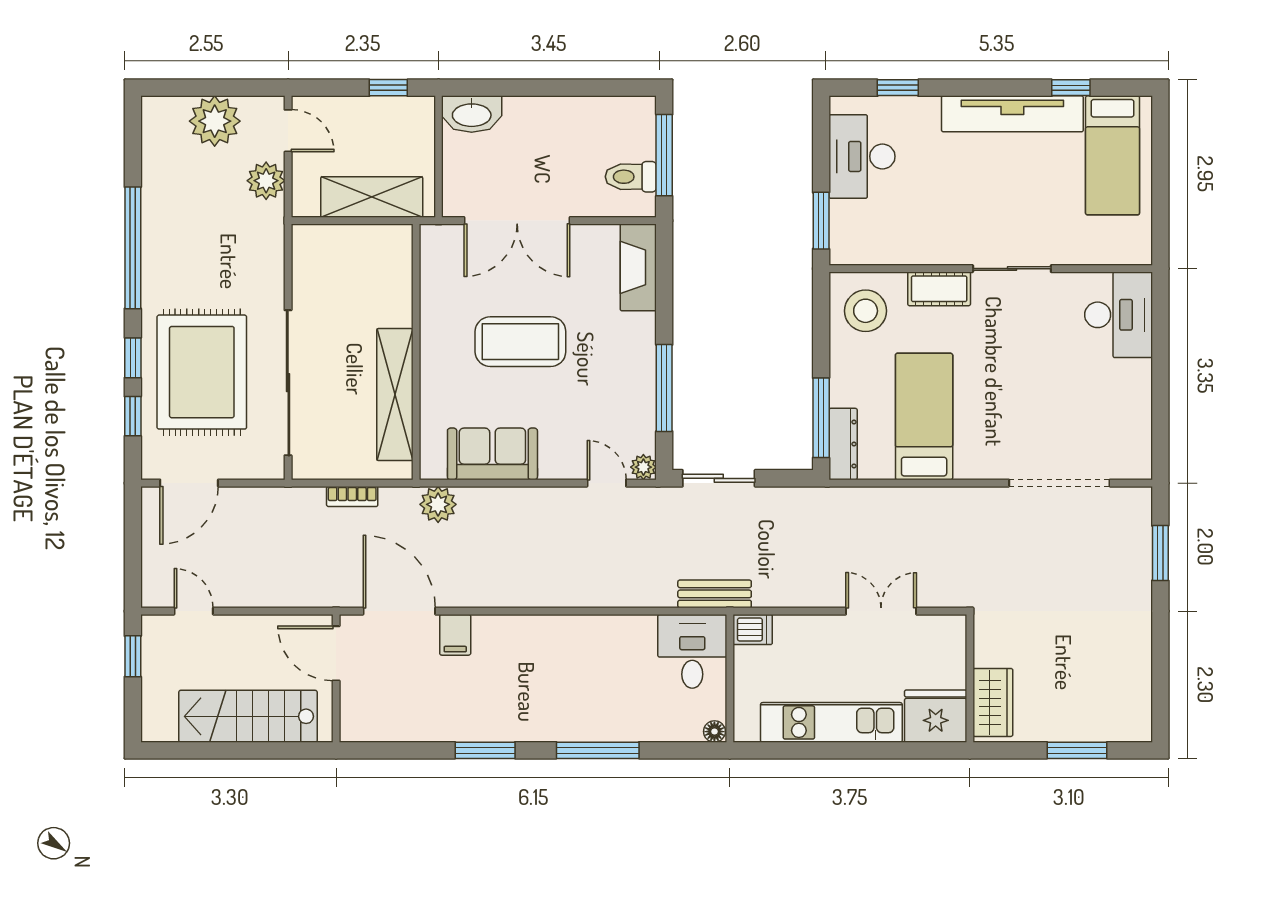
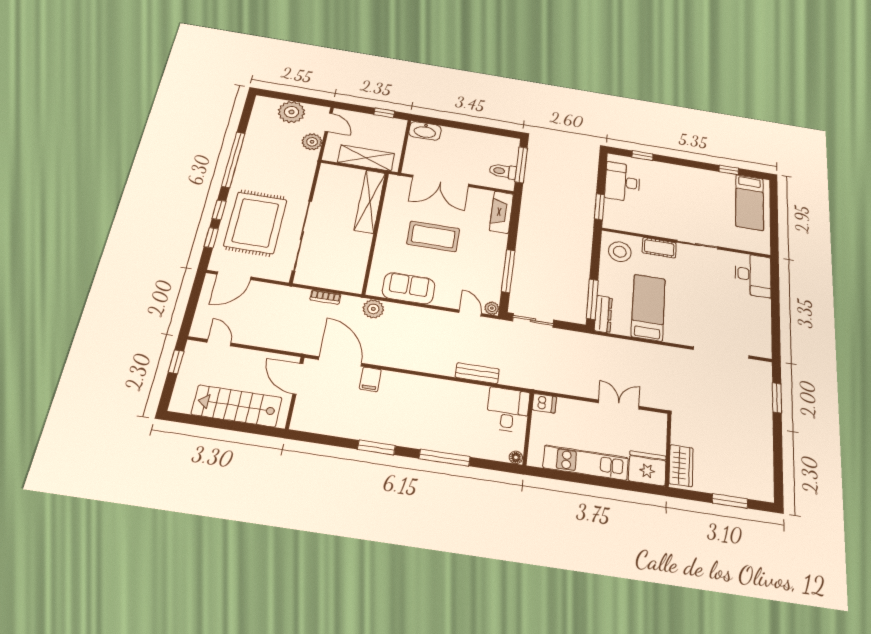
tv unit: (1012, 114) -> (699, 176), removed
shelving: (395, 395) -> (370, 201), moved
bench: (715, 594) -> (477, 373), moved

